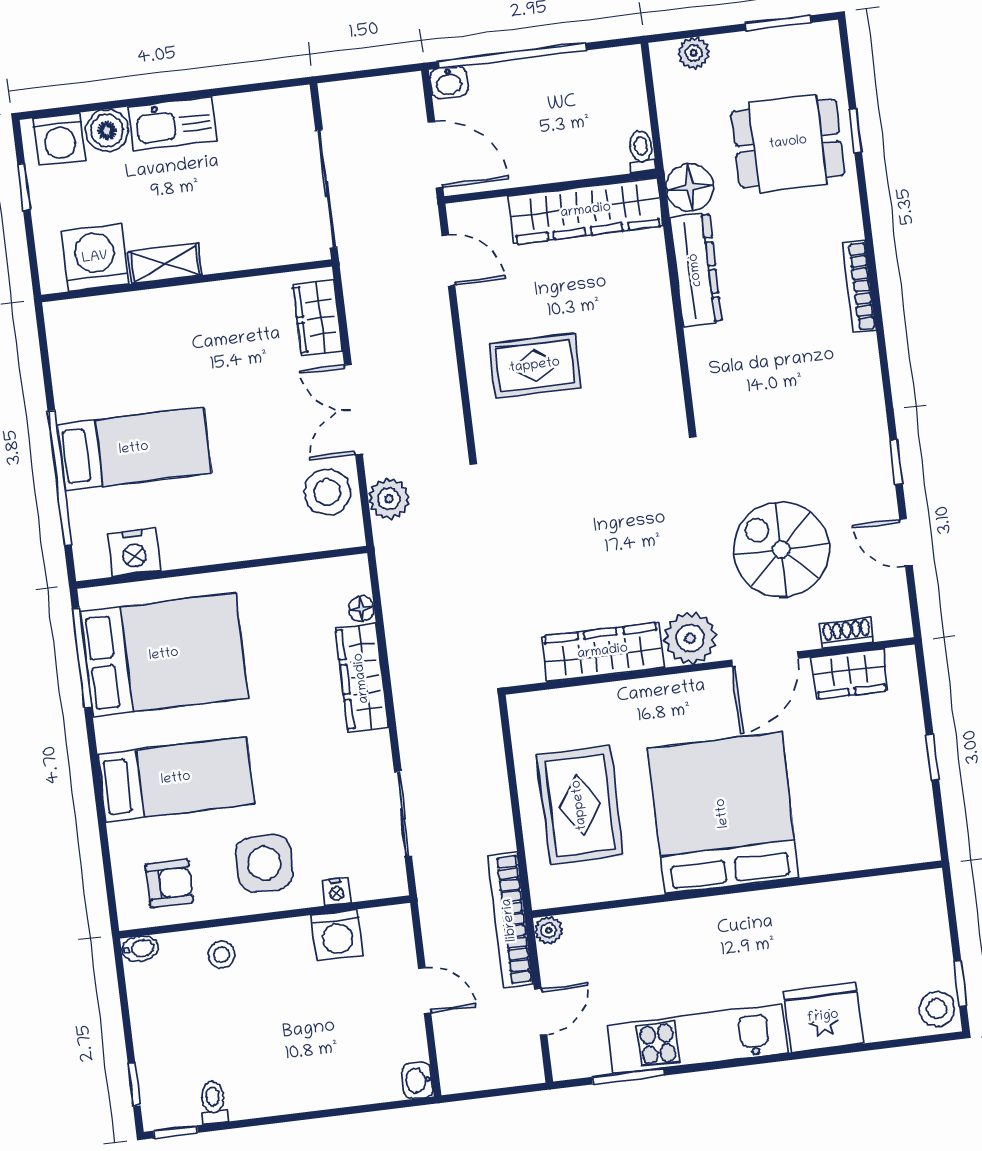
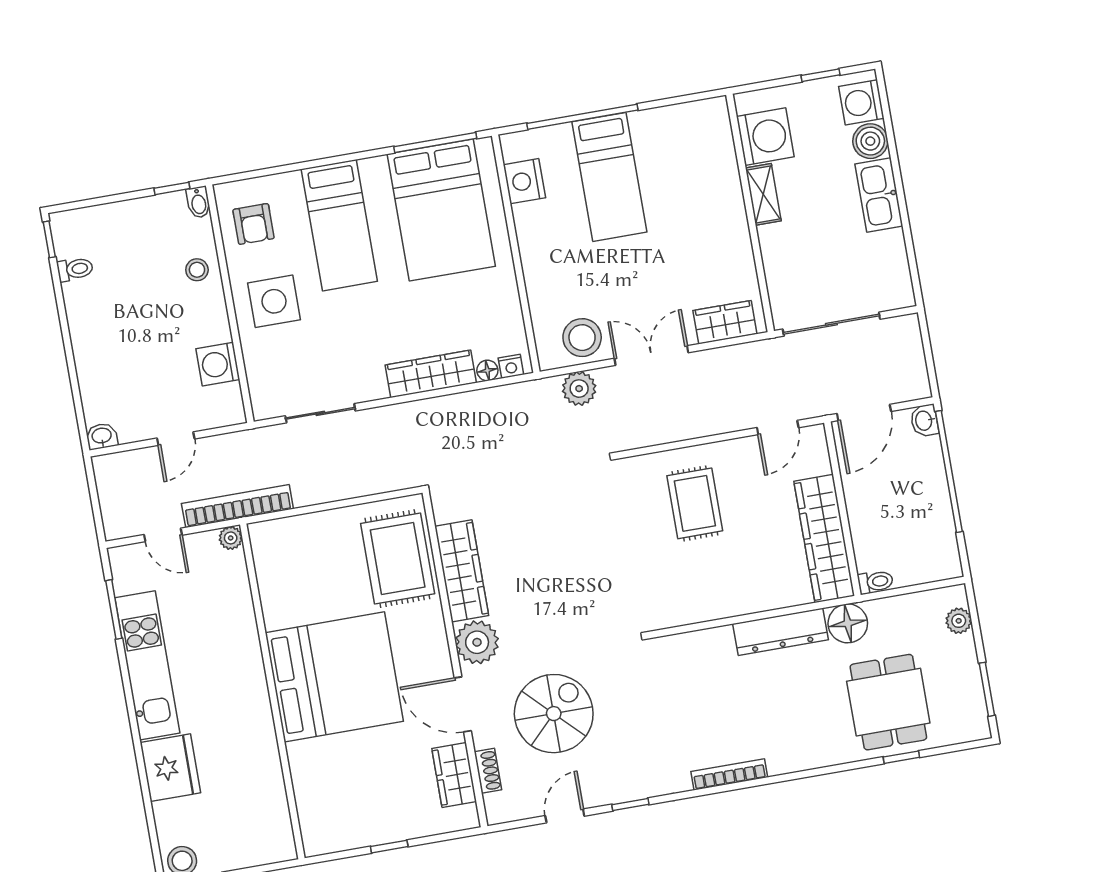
bookcase: (859, 286) -> (729, 774), moved
rug: (580, 805) -> (398, 559), moved, turned 90
nightstand: (337, 892) -> (511, 366), moved, turned -90
window: (134, 1084) -> (172, 188), moved

